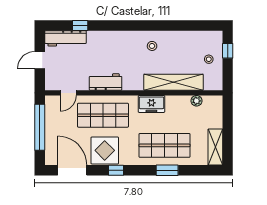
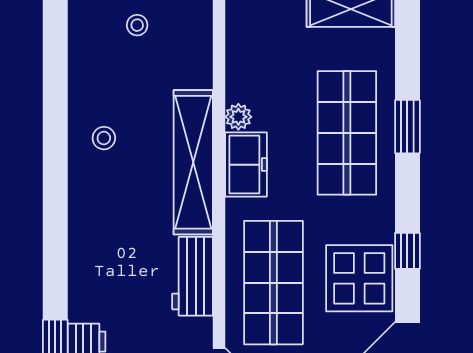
stool: (152, 46) -> (104, 138), moved
shelving: (173, 82) -> (193, 162), moved
plant: (196, 101) -> (238, 117), moved

